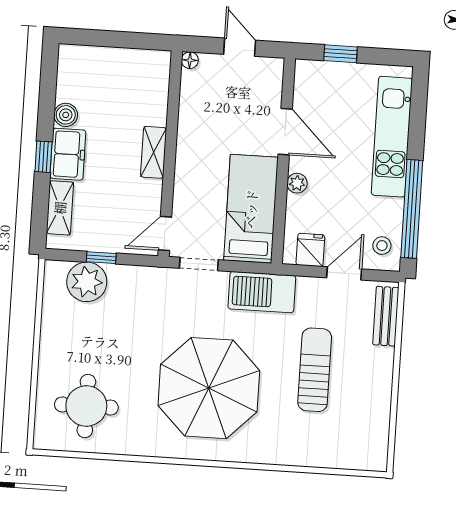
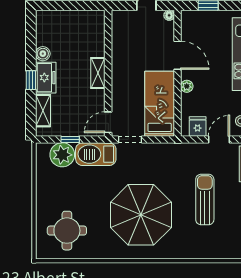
floor lamp: (190, 60) -> (169, 15), moved
barbecue: (262, 292) -> (96, 154), moved

